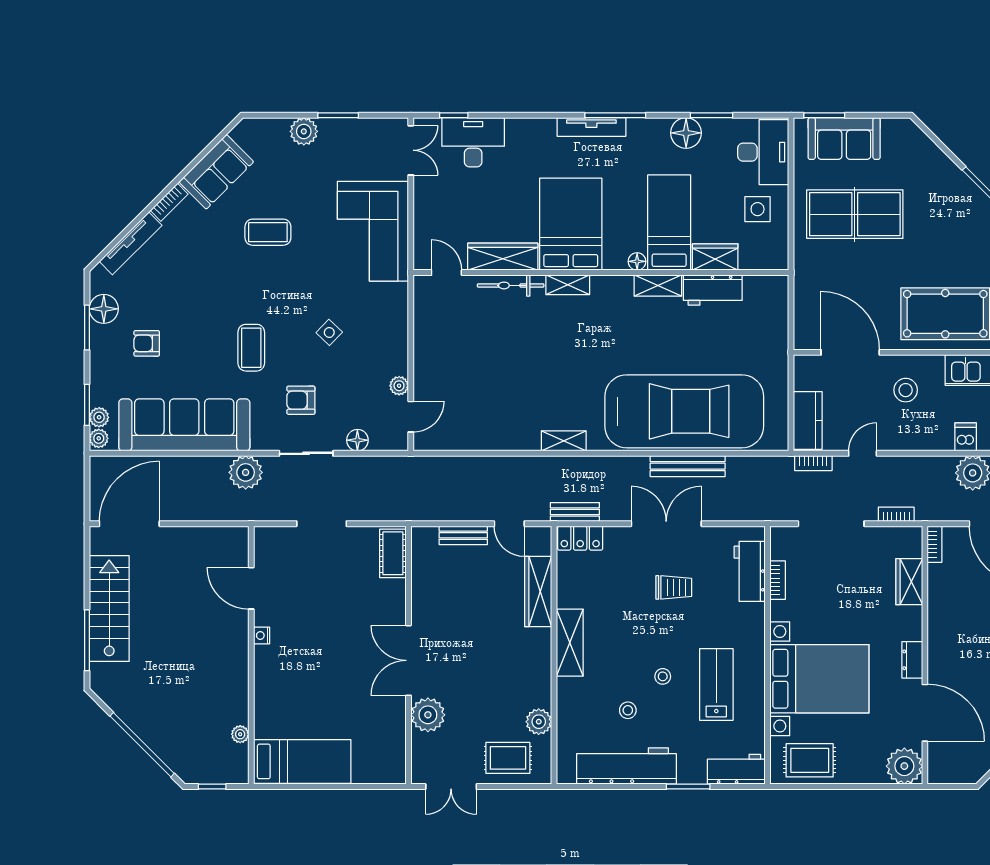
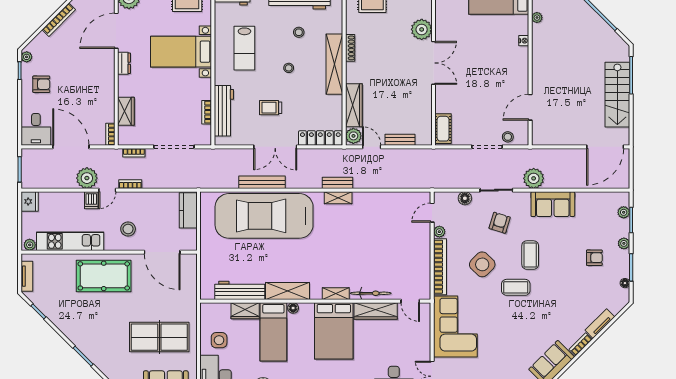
coffee table: (268, 232) -> (516, 287), moved
tv unit: (131, 243) -> (600, 324), width x0.71
shelving: (658, 286) -> (288, 291), width x1.50, depth x1.33
workbench: (713, 290) -> (240, 290), width x1.38
floor lamp: (104, 309) -> (625, 283), width x0.53, depth x0.53
bookcase: (398, 329) -> (440, 267), added
side table: (329, 332) -> (482, 264), width x1.87, depth x1.87
armchair: (301, 400) -> (500, 223), turned -73
sofa: (184, 425) -> (553, 204), width x0.54, depth x0.79
plant: (99, 438) -> (624, 243), moved
door: (863, 453) -> (107, 190), moved
bookcase: (813, 463) -> (130, 184), moved
bench: (575, 512) -> (338, 183), moved
locker: (580, 538) -> (320, 138), width x1.53
stool: (288, 540) -> (508, 137), added
workbench: (750, 571) -> (224, 111), width x1.38
door: (251, 588) -> (530, 107), swing flipped
nightstand: (262, 635) -> (524, 41), moved
shelving: (570, 643) -> (334, 64), width x1.47
stool: (663, 676) -> (289, 68), moved
bed with nightstands: (819, 679) -> (181, 52), width x0.73
shoe rack: (544, 685) -> (350, 48), added
door: (925, 713) -> (116, 31), hinge flipped
plant: (539, 722) -> (353, 136), moved

